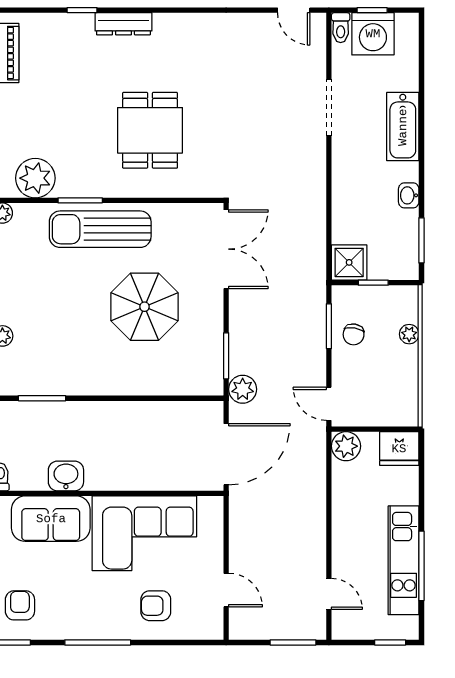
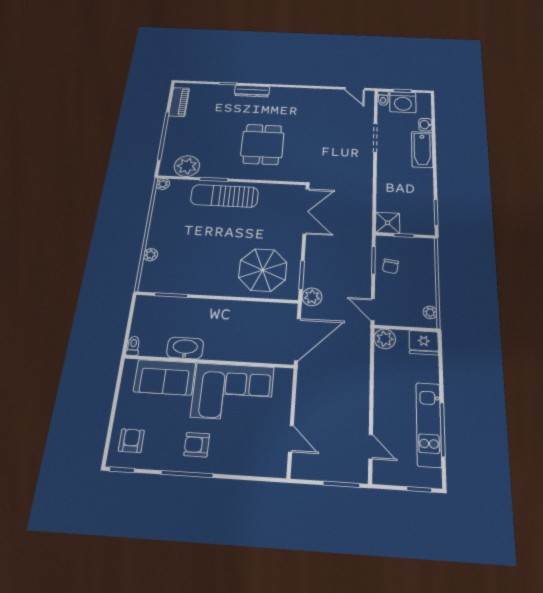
washbasin: (409, 195) -> (425, 125), moved
parasol: (144, 307) -> (263, 270), moved
plant: (409, 334) -> (430, 312), moved
washbasin: (66, 476) -> (185, 348), width x1.38
armchair: (156, 606) -> (197, 445), moved

